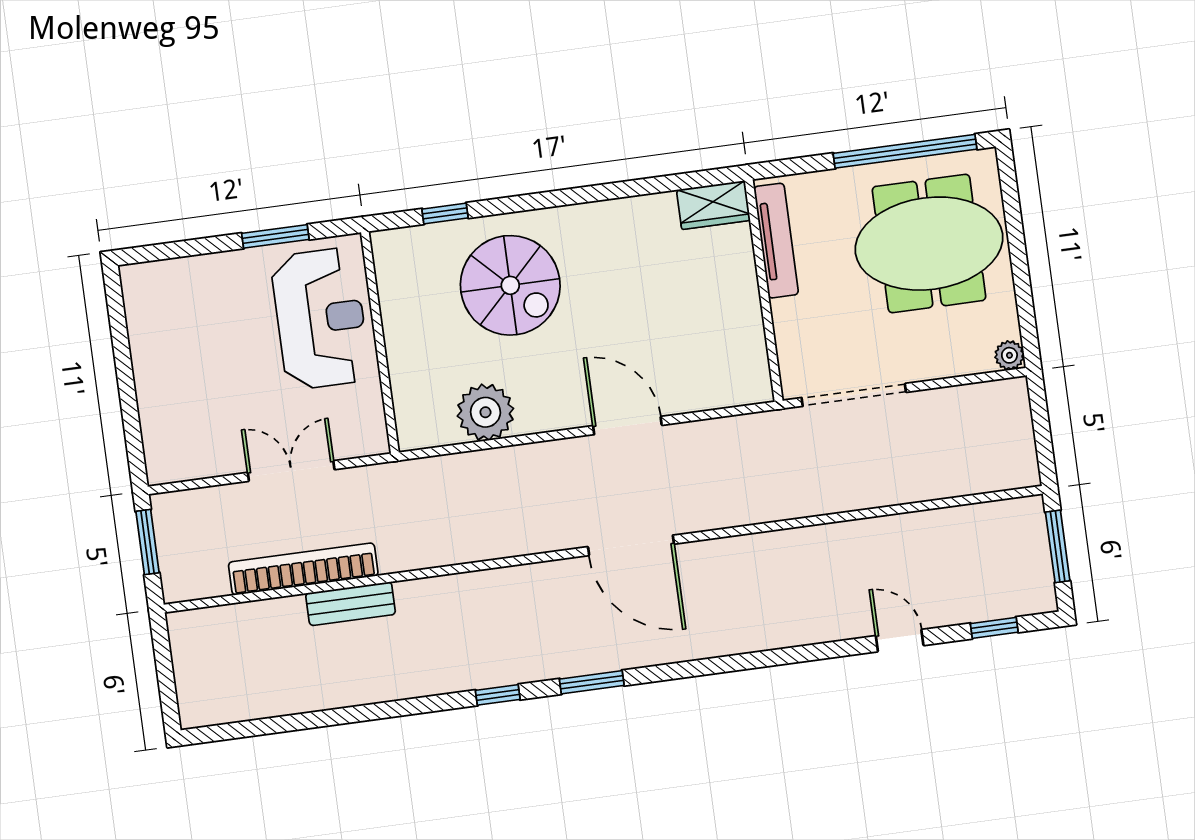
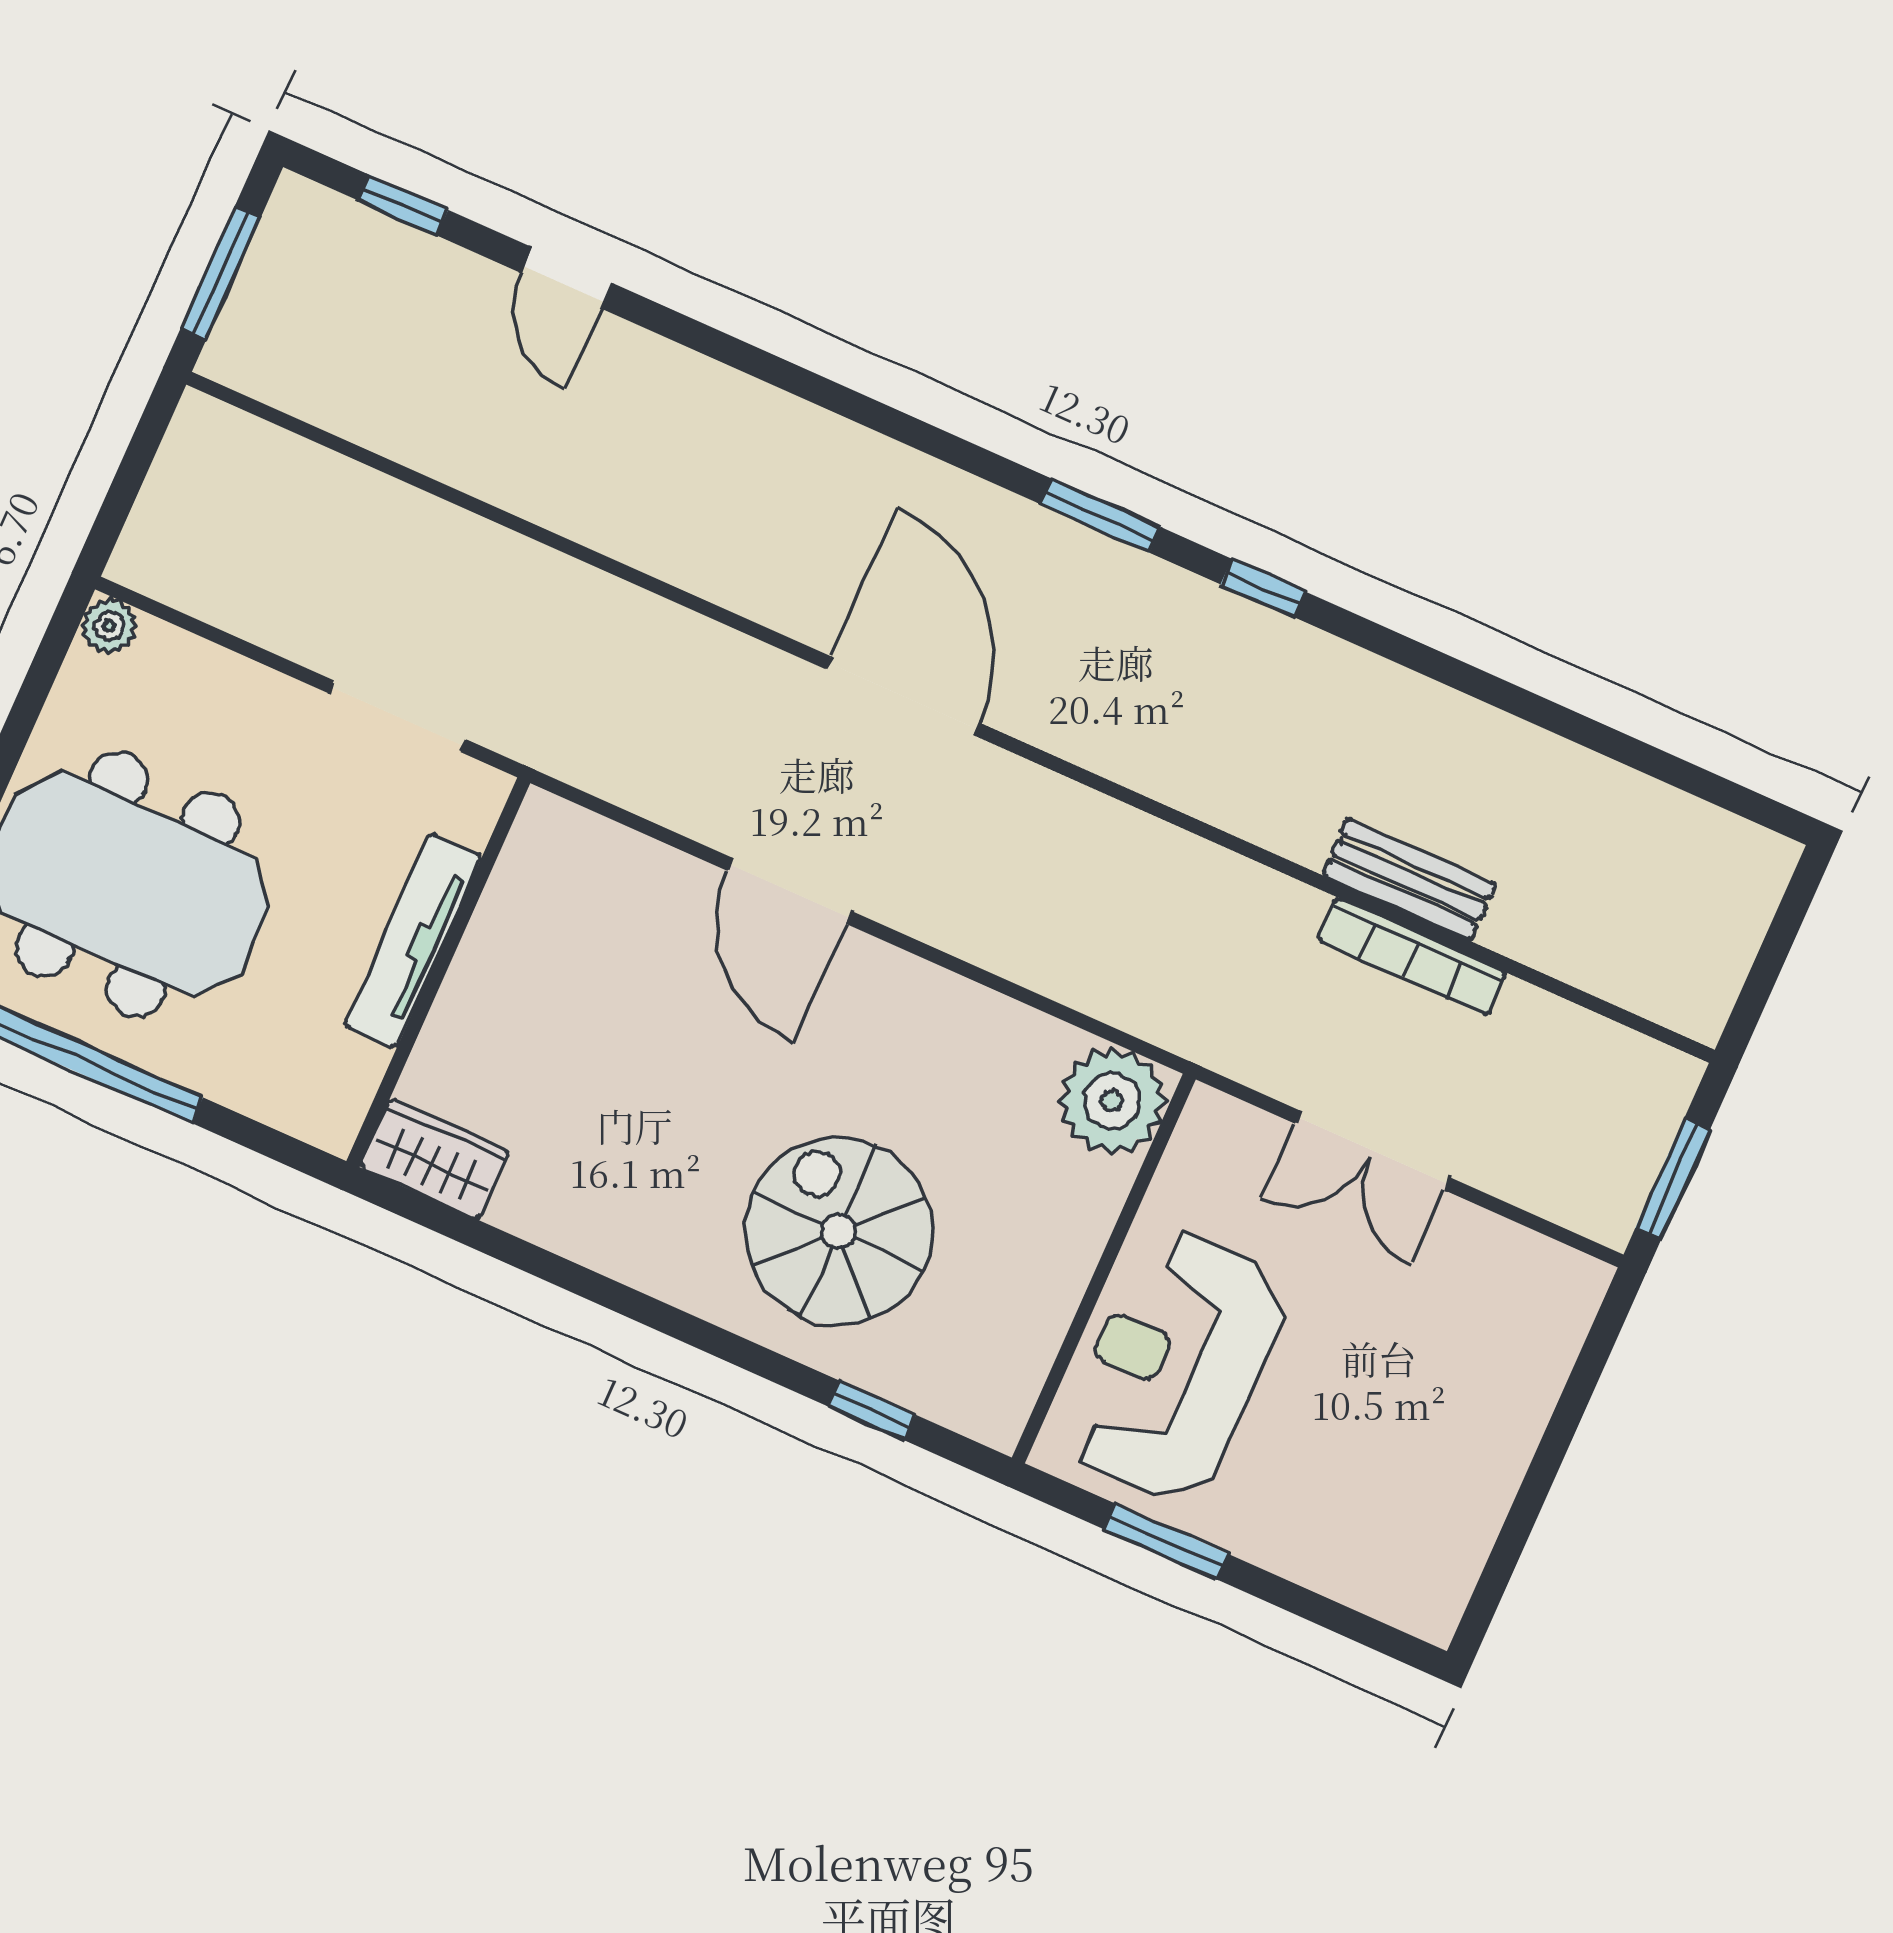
tv unit: (776, 241) -> (413, 941), moved
doorway: (854, 395) -> (397, 716), width x0.73
plant: (485, 412) -> (1112, 1101), moved
bookcase: (303, 569) -> (1412, 957), width x0.68, depth x0.76

